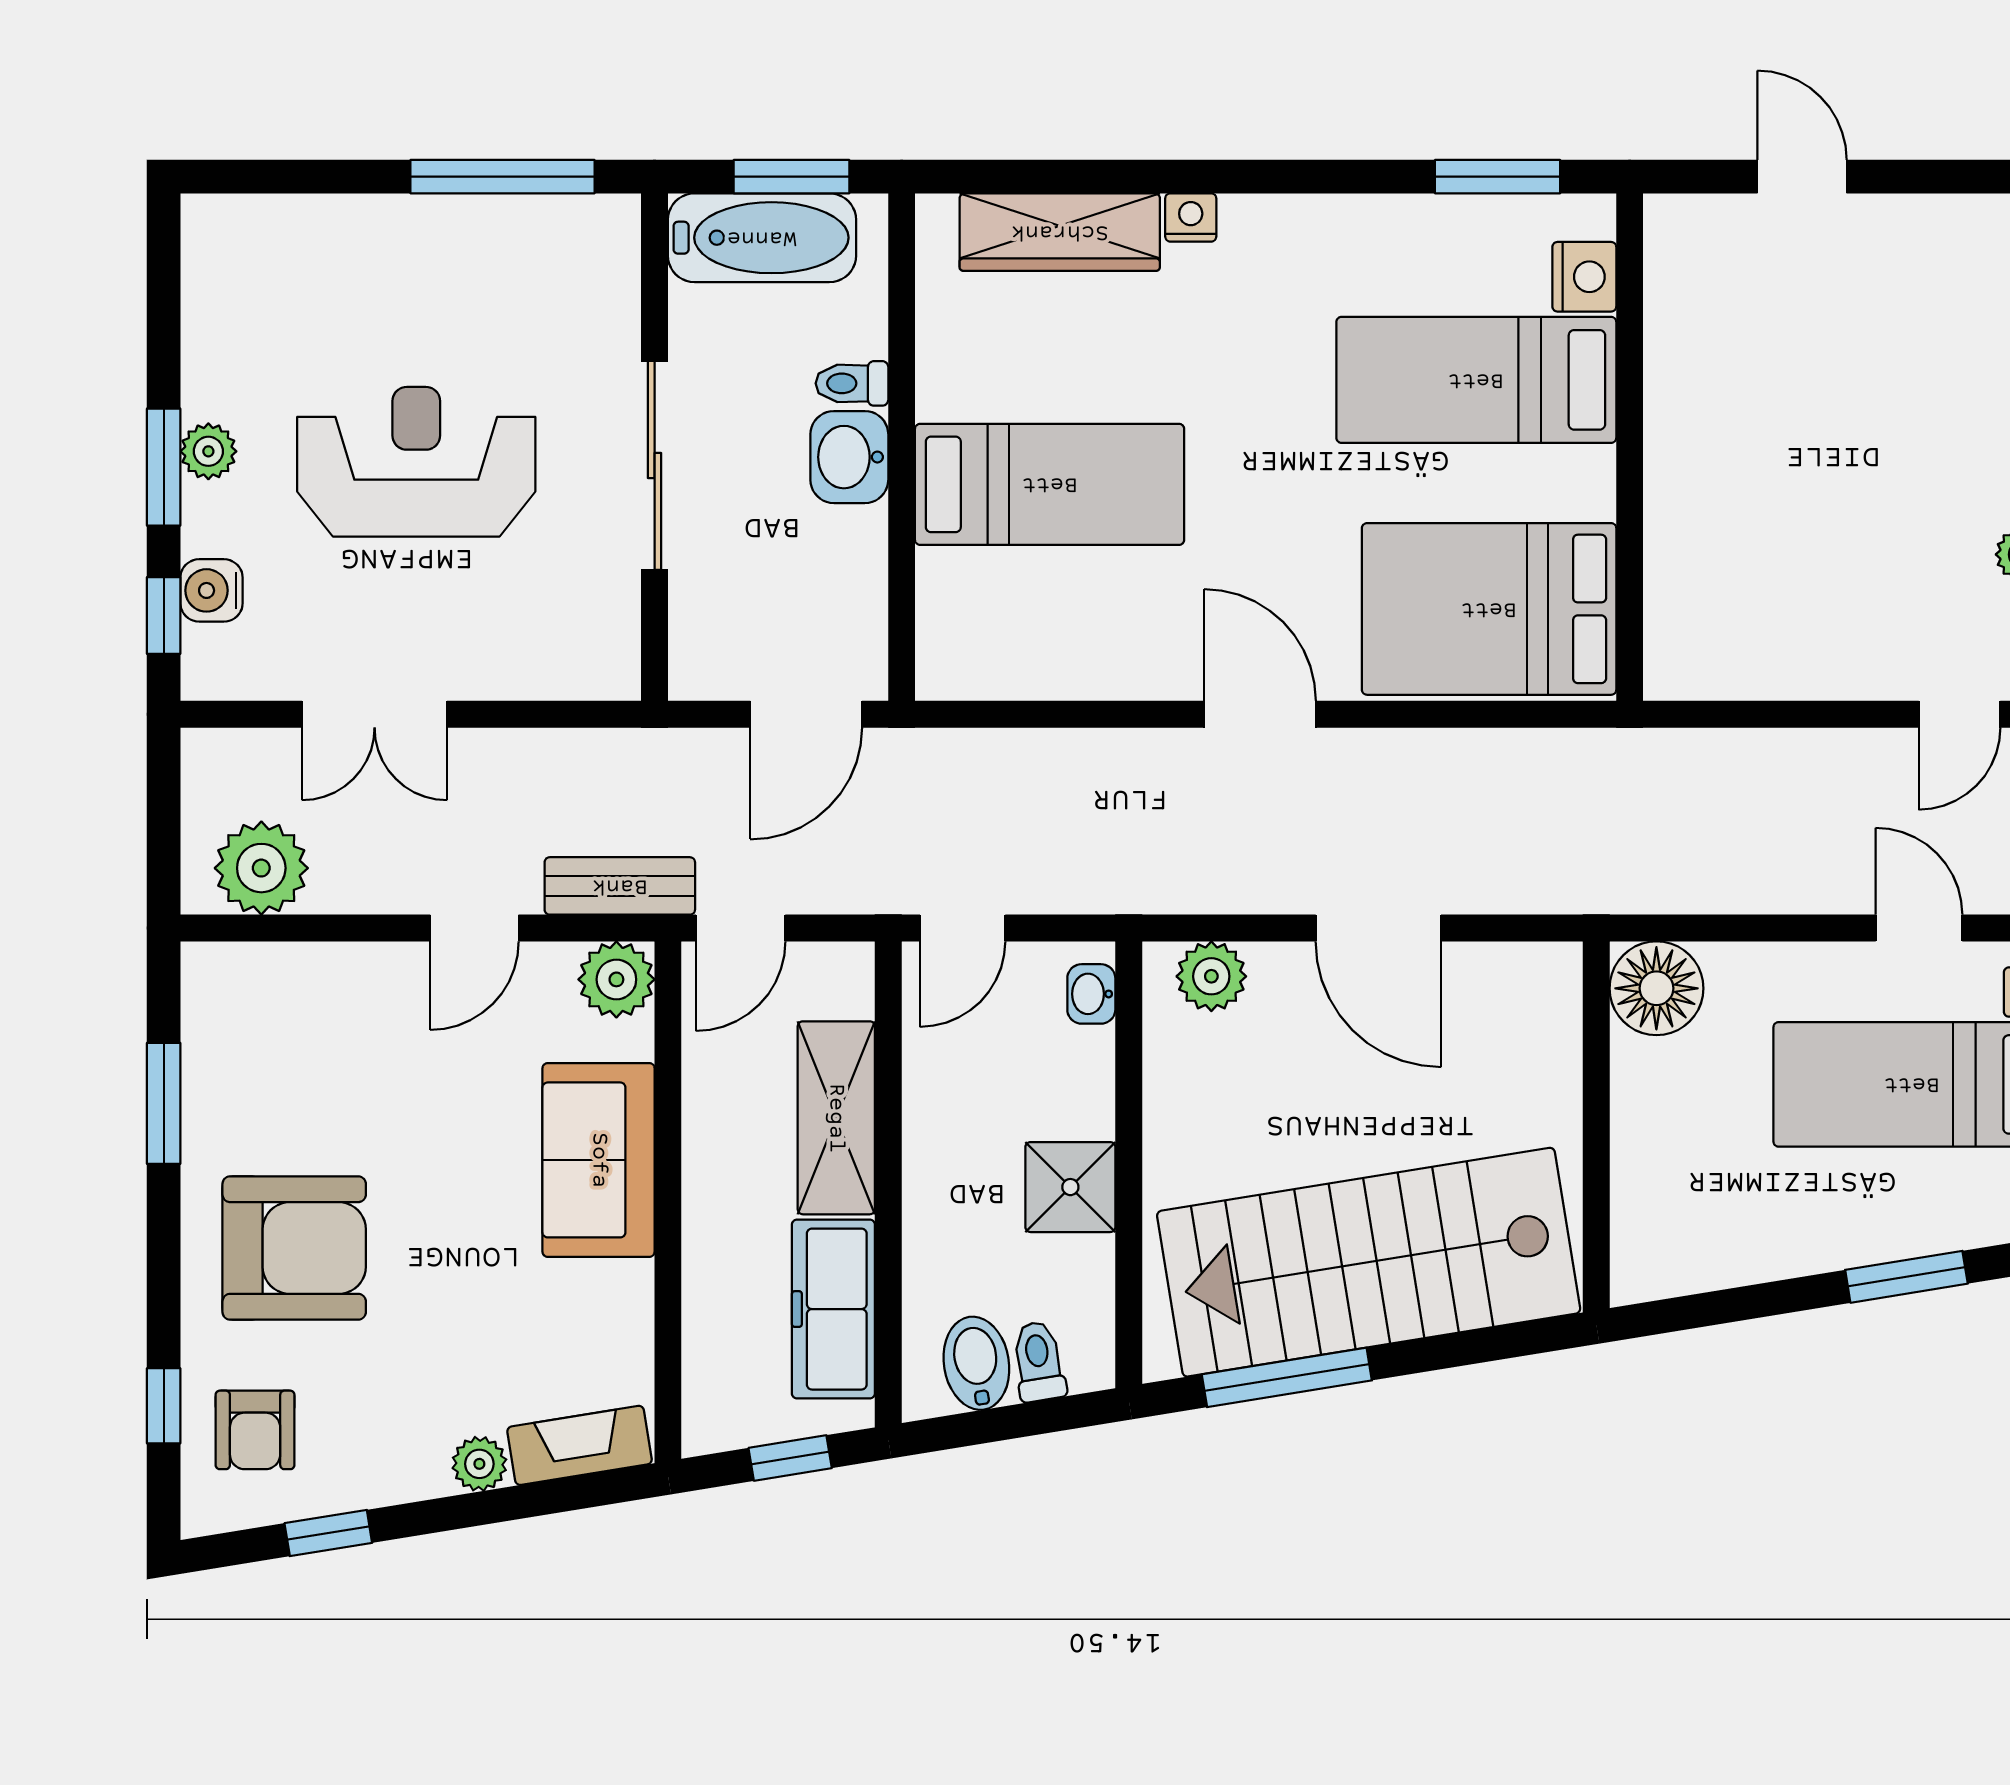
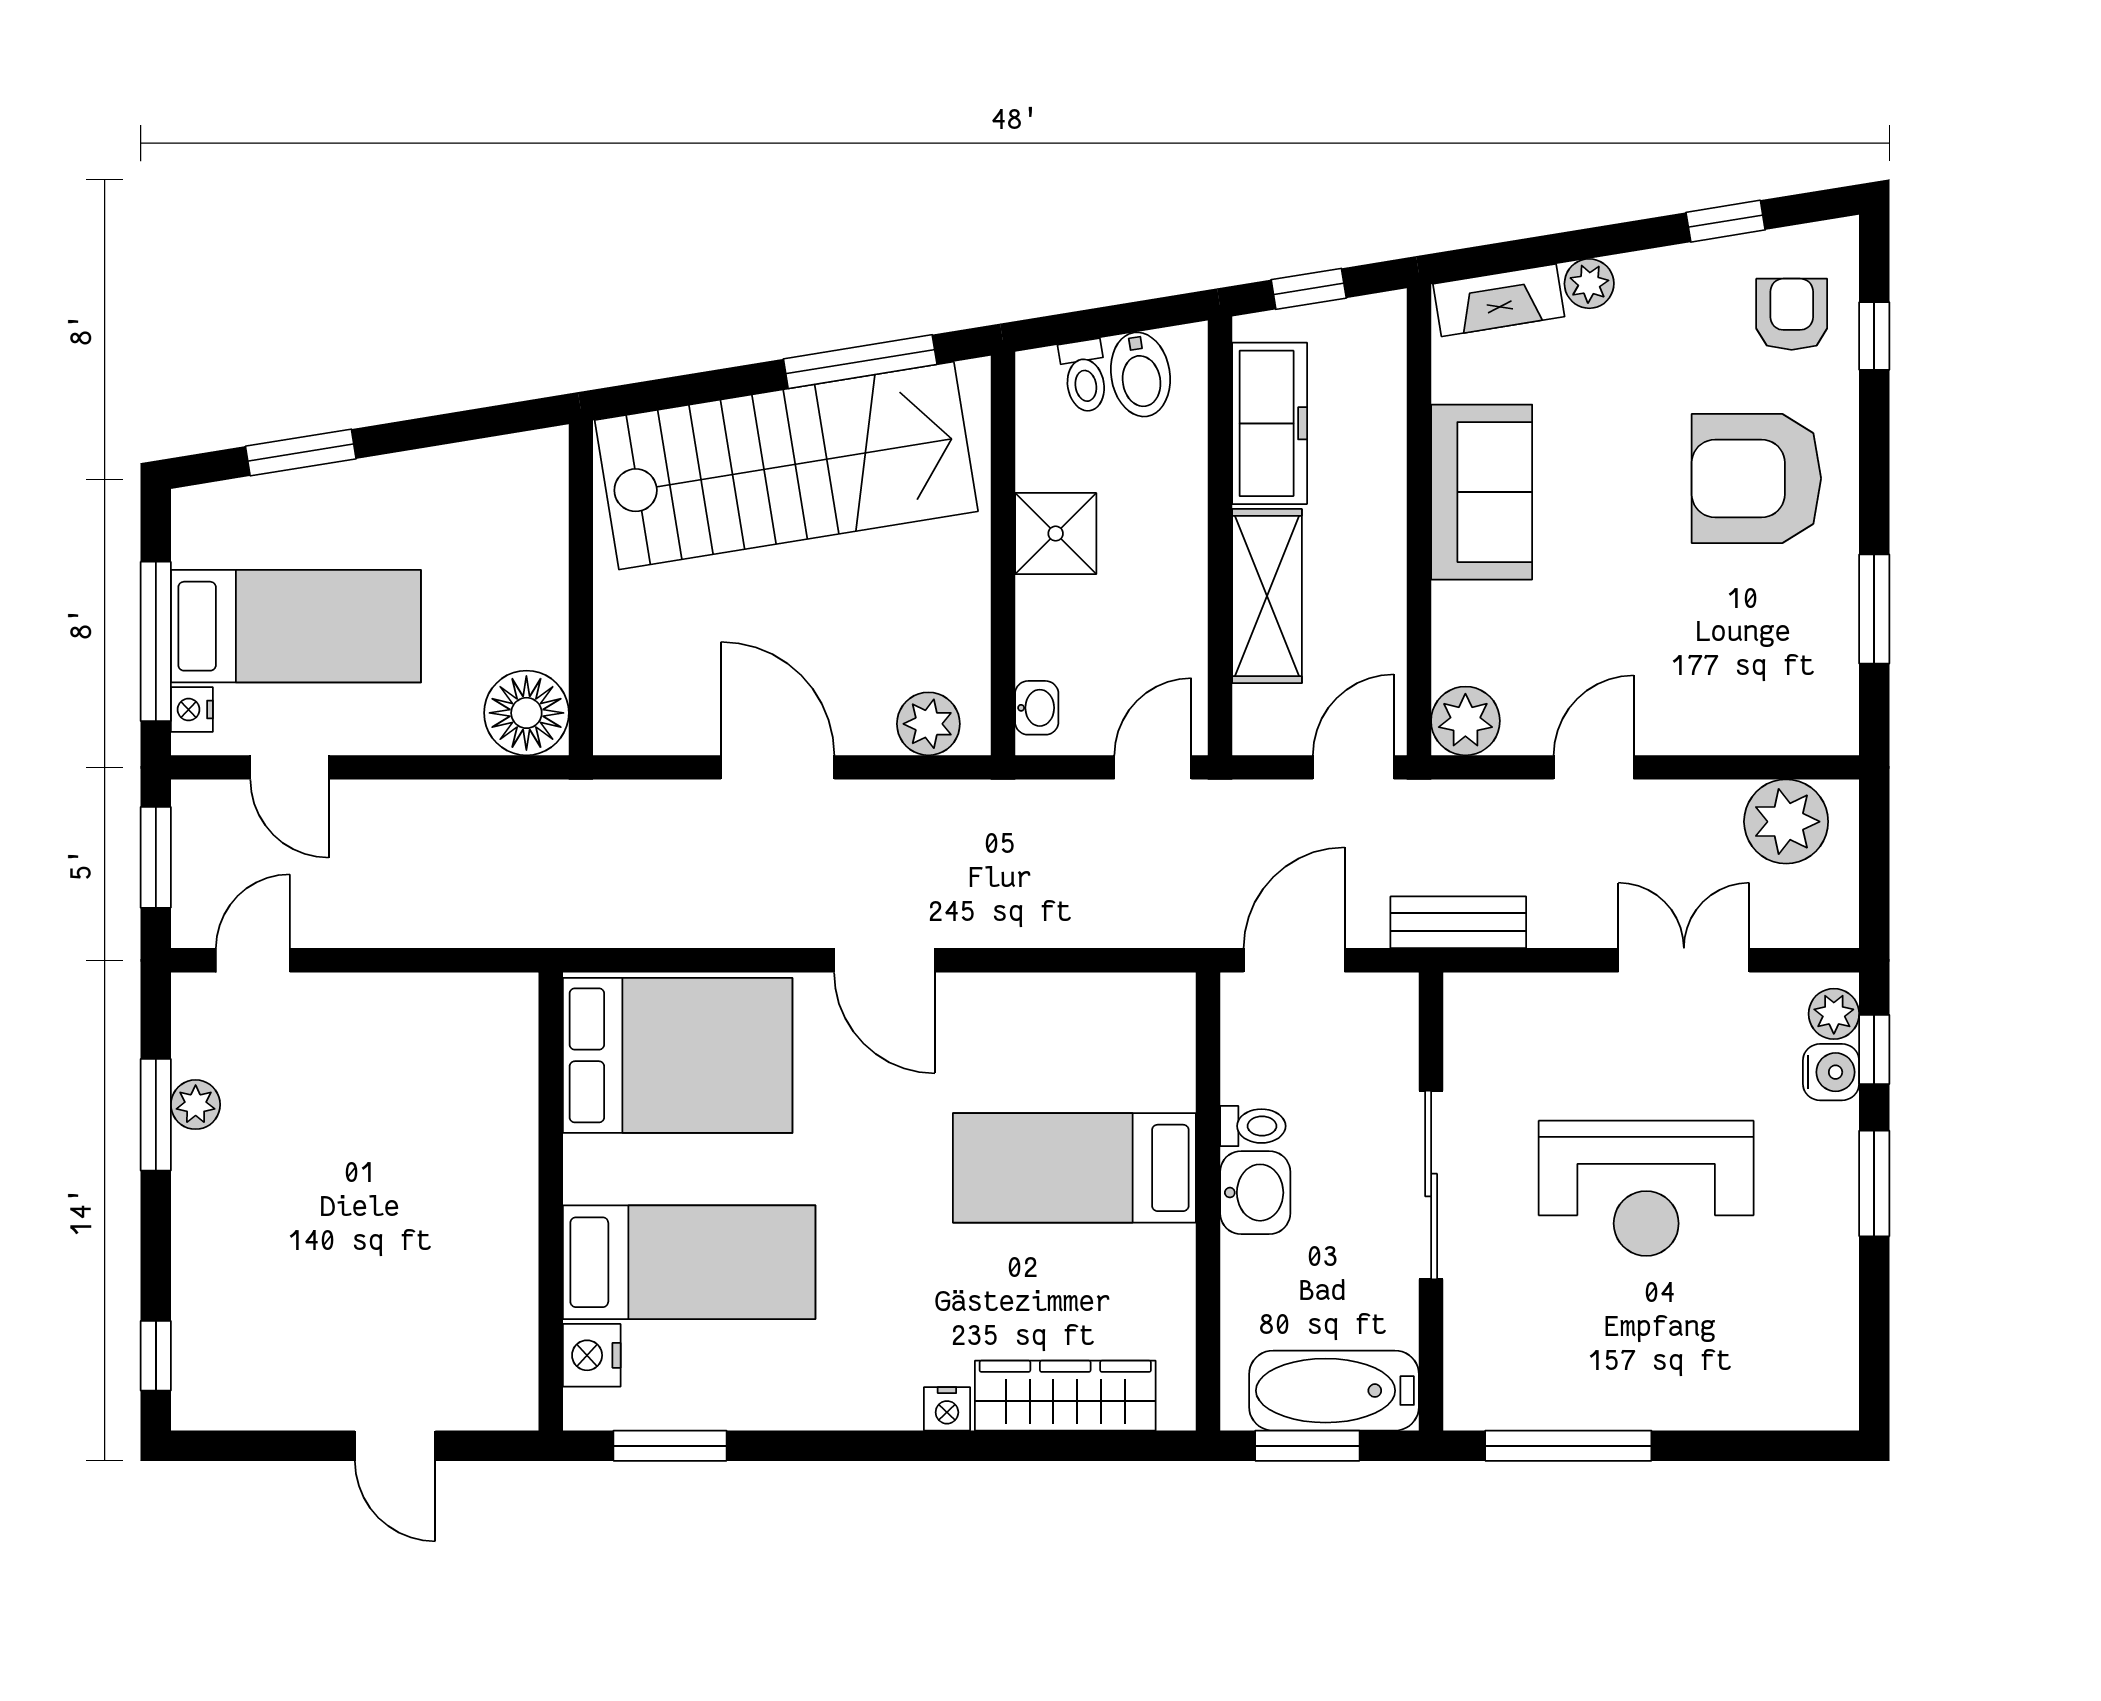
toilet: (852, 383) -> (1253, 1126), moved
plant: (208, 451) -> (1834, 1014), moved
bench: (620, 886) -> (1458, 922), moved
sofa: (599, 1160) -> (1482, 492), moved

